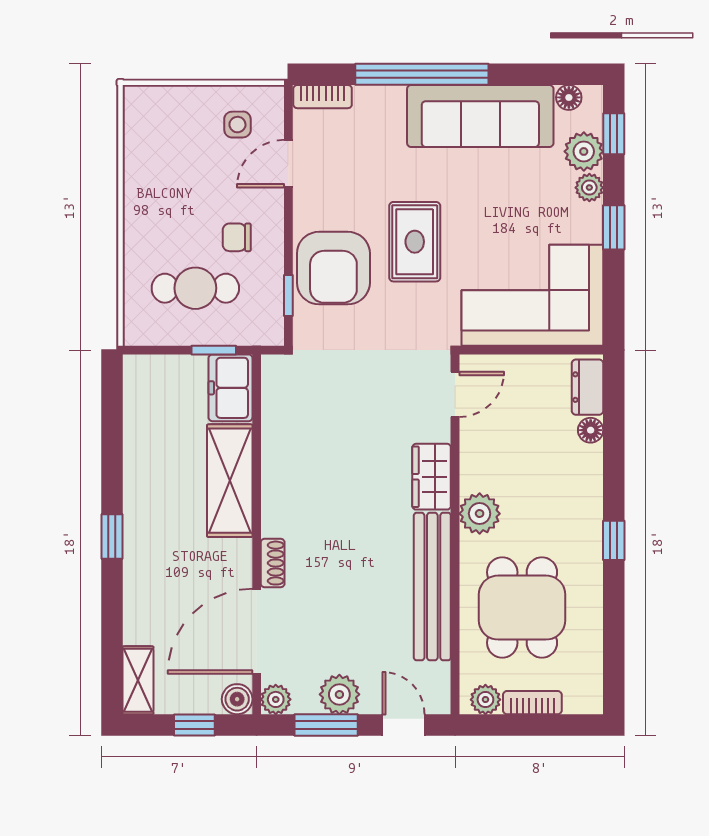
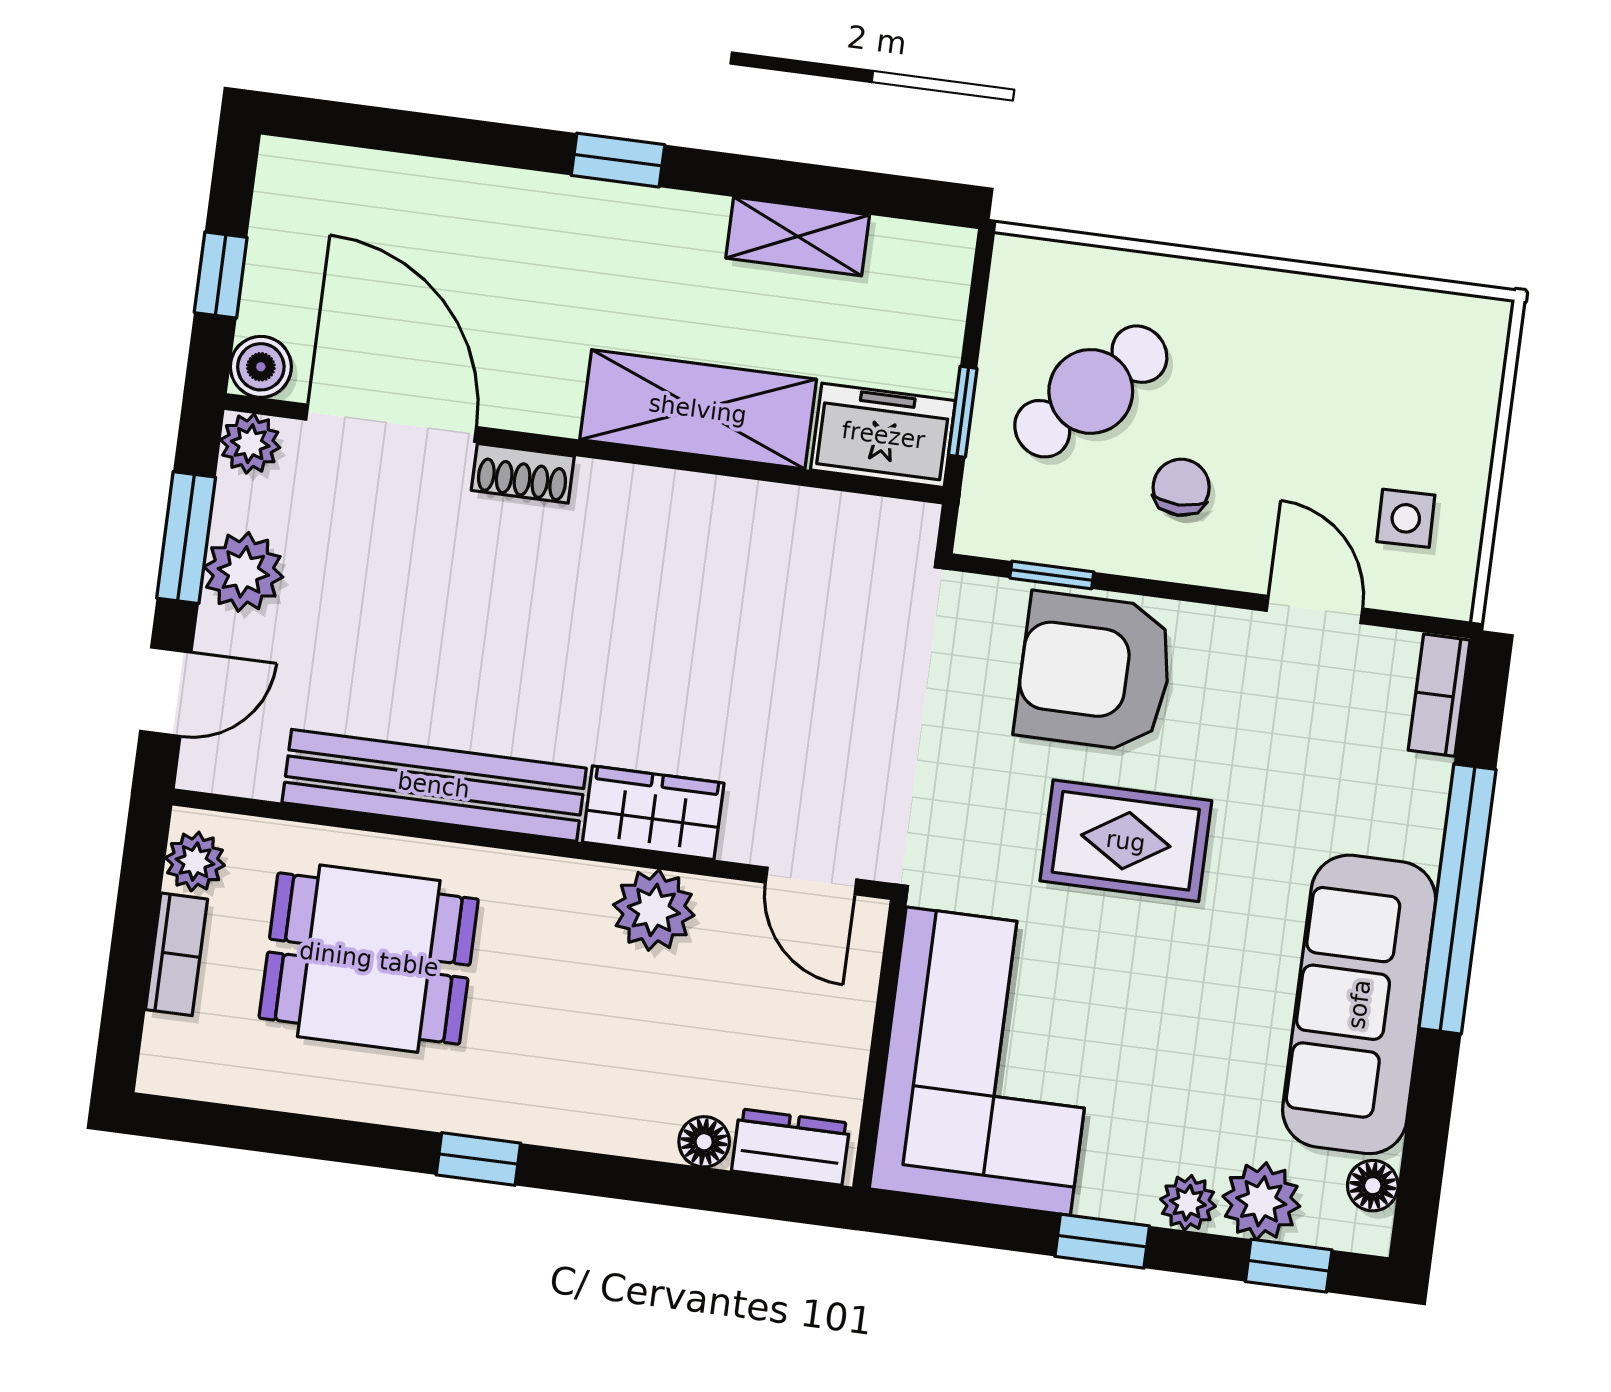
cafe table: (195, 288) -> (1091, 391), turned 45
plant: (480, 514) -> (654, 910), moved
shelving: (138, 680) -> (798, 236), moved

